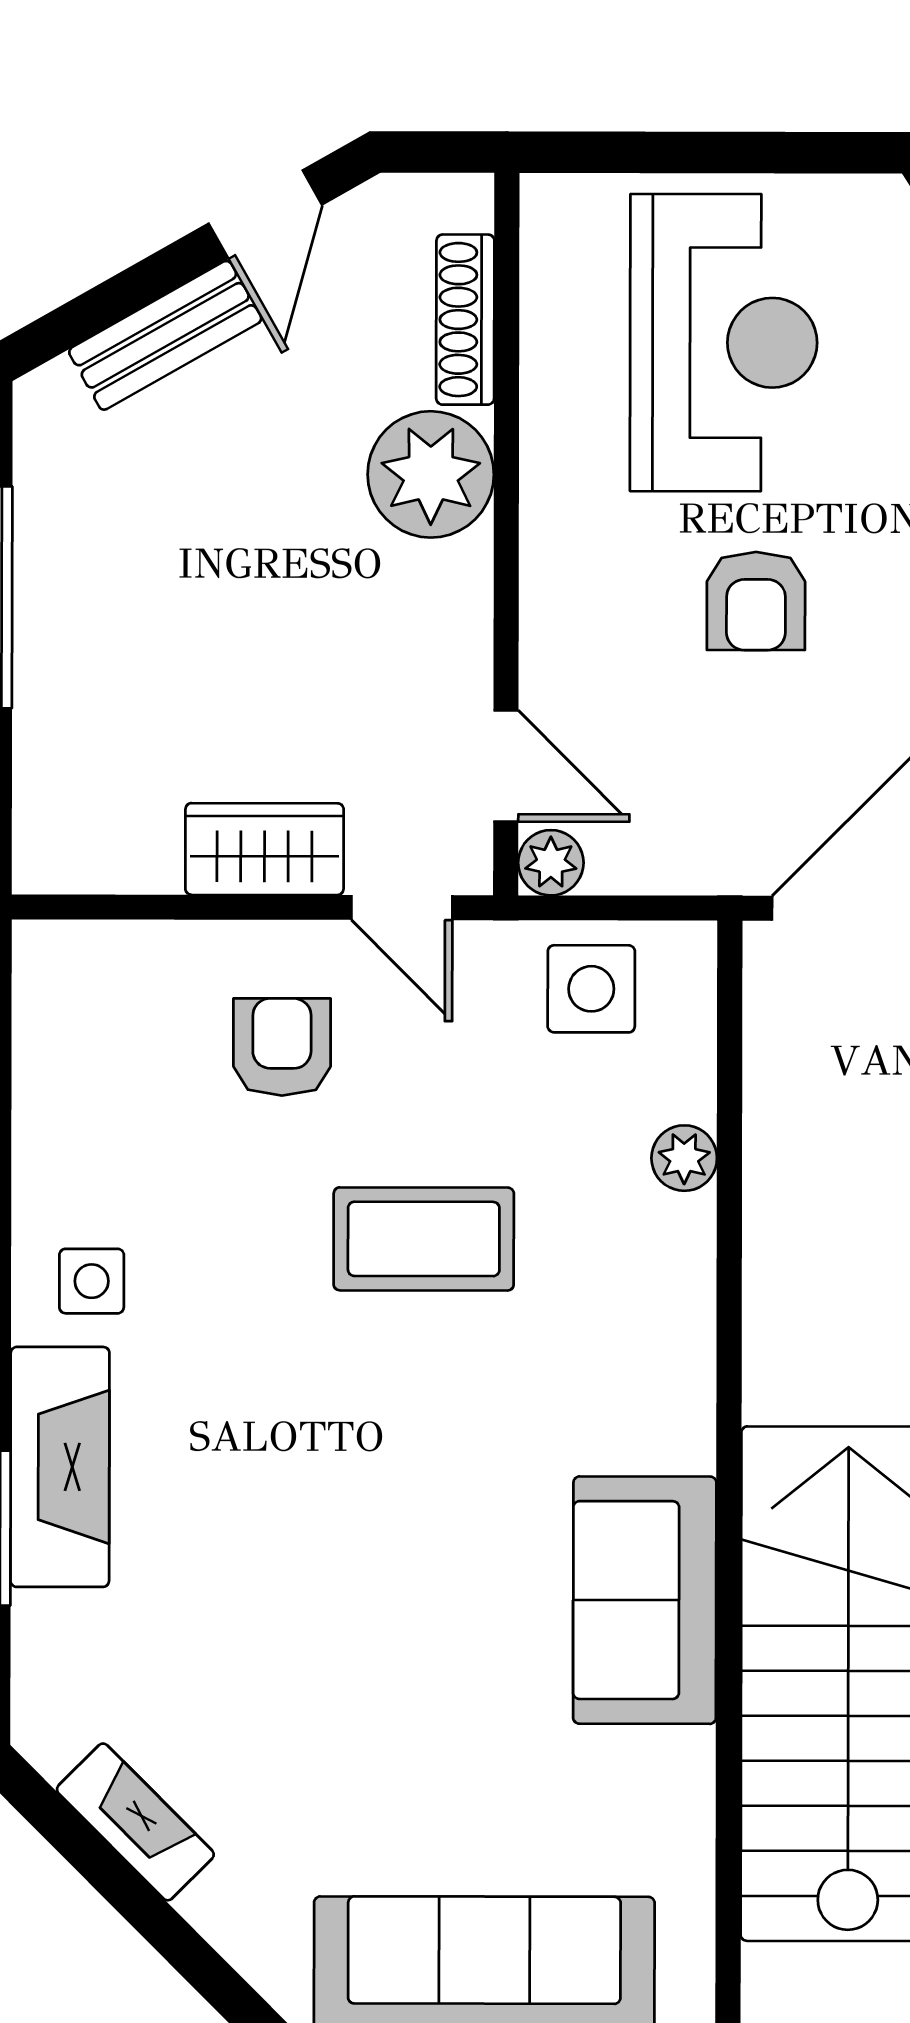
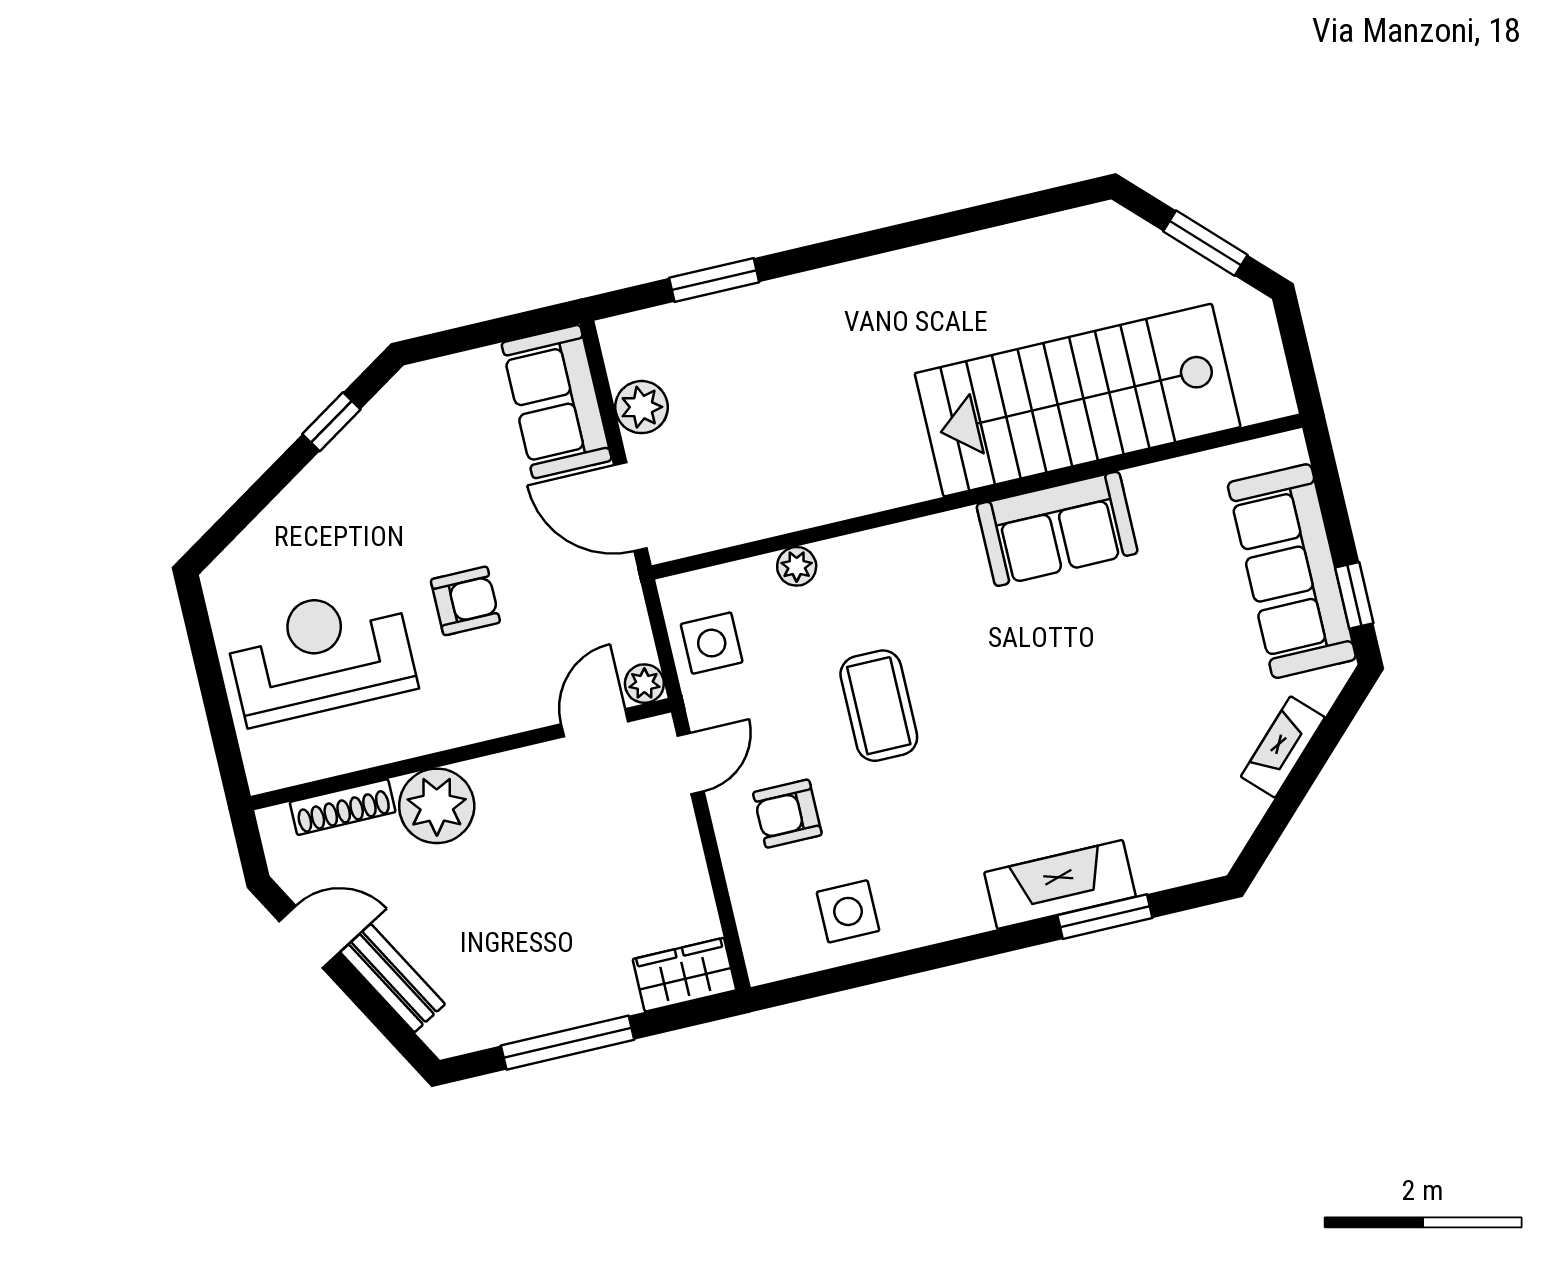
wardrobe: (264, 849) -> (684, 975), moved, turned 90
side table: (92, 1281) -> (848, 911), moved, width x1.37, depth x1.37
fireplace: (135, 1822) -> (1283, 747), moved

